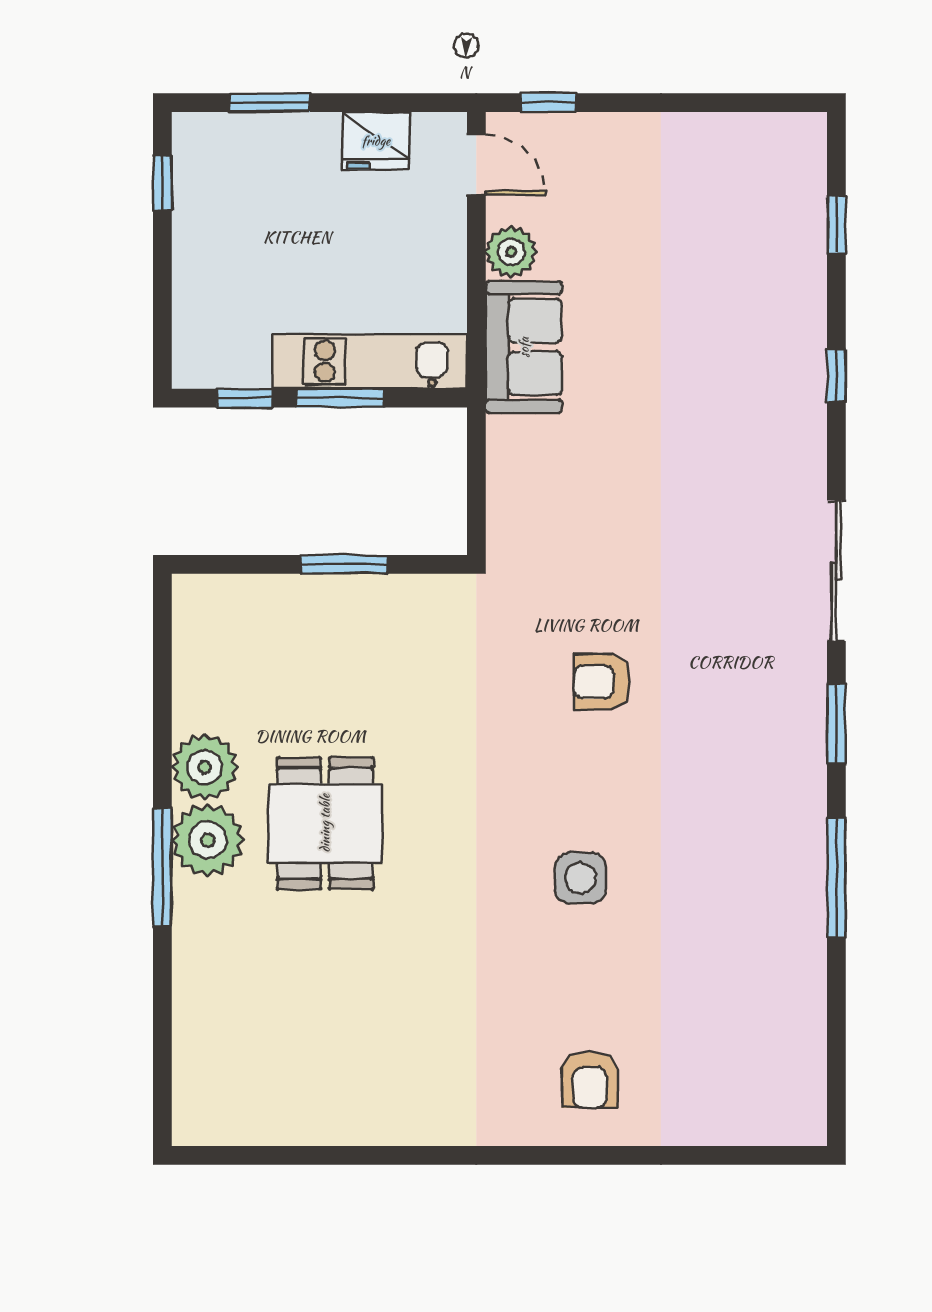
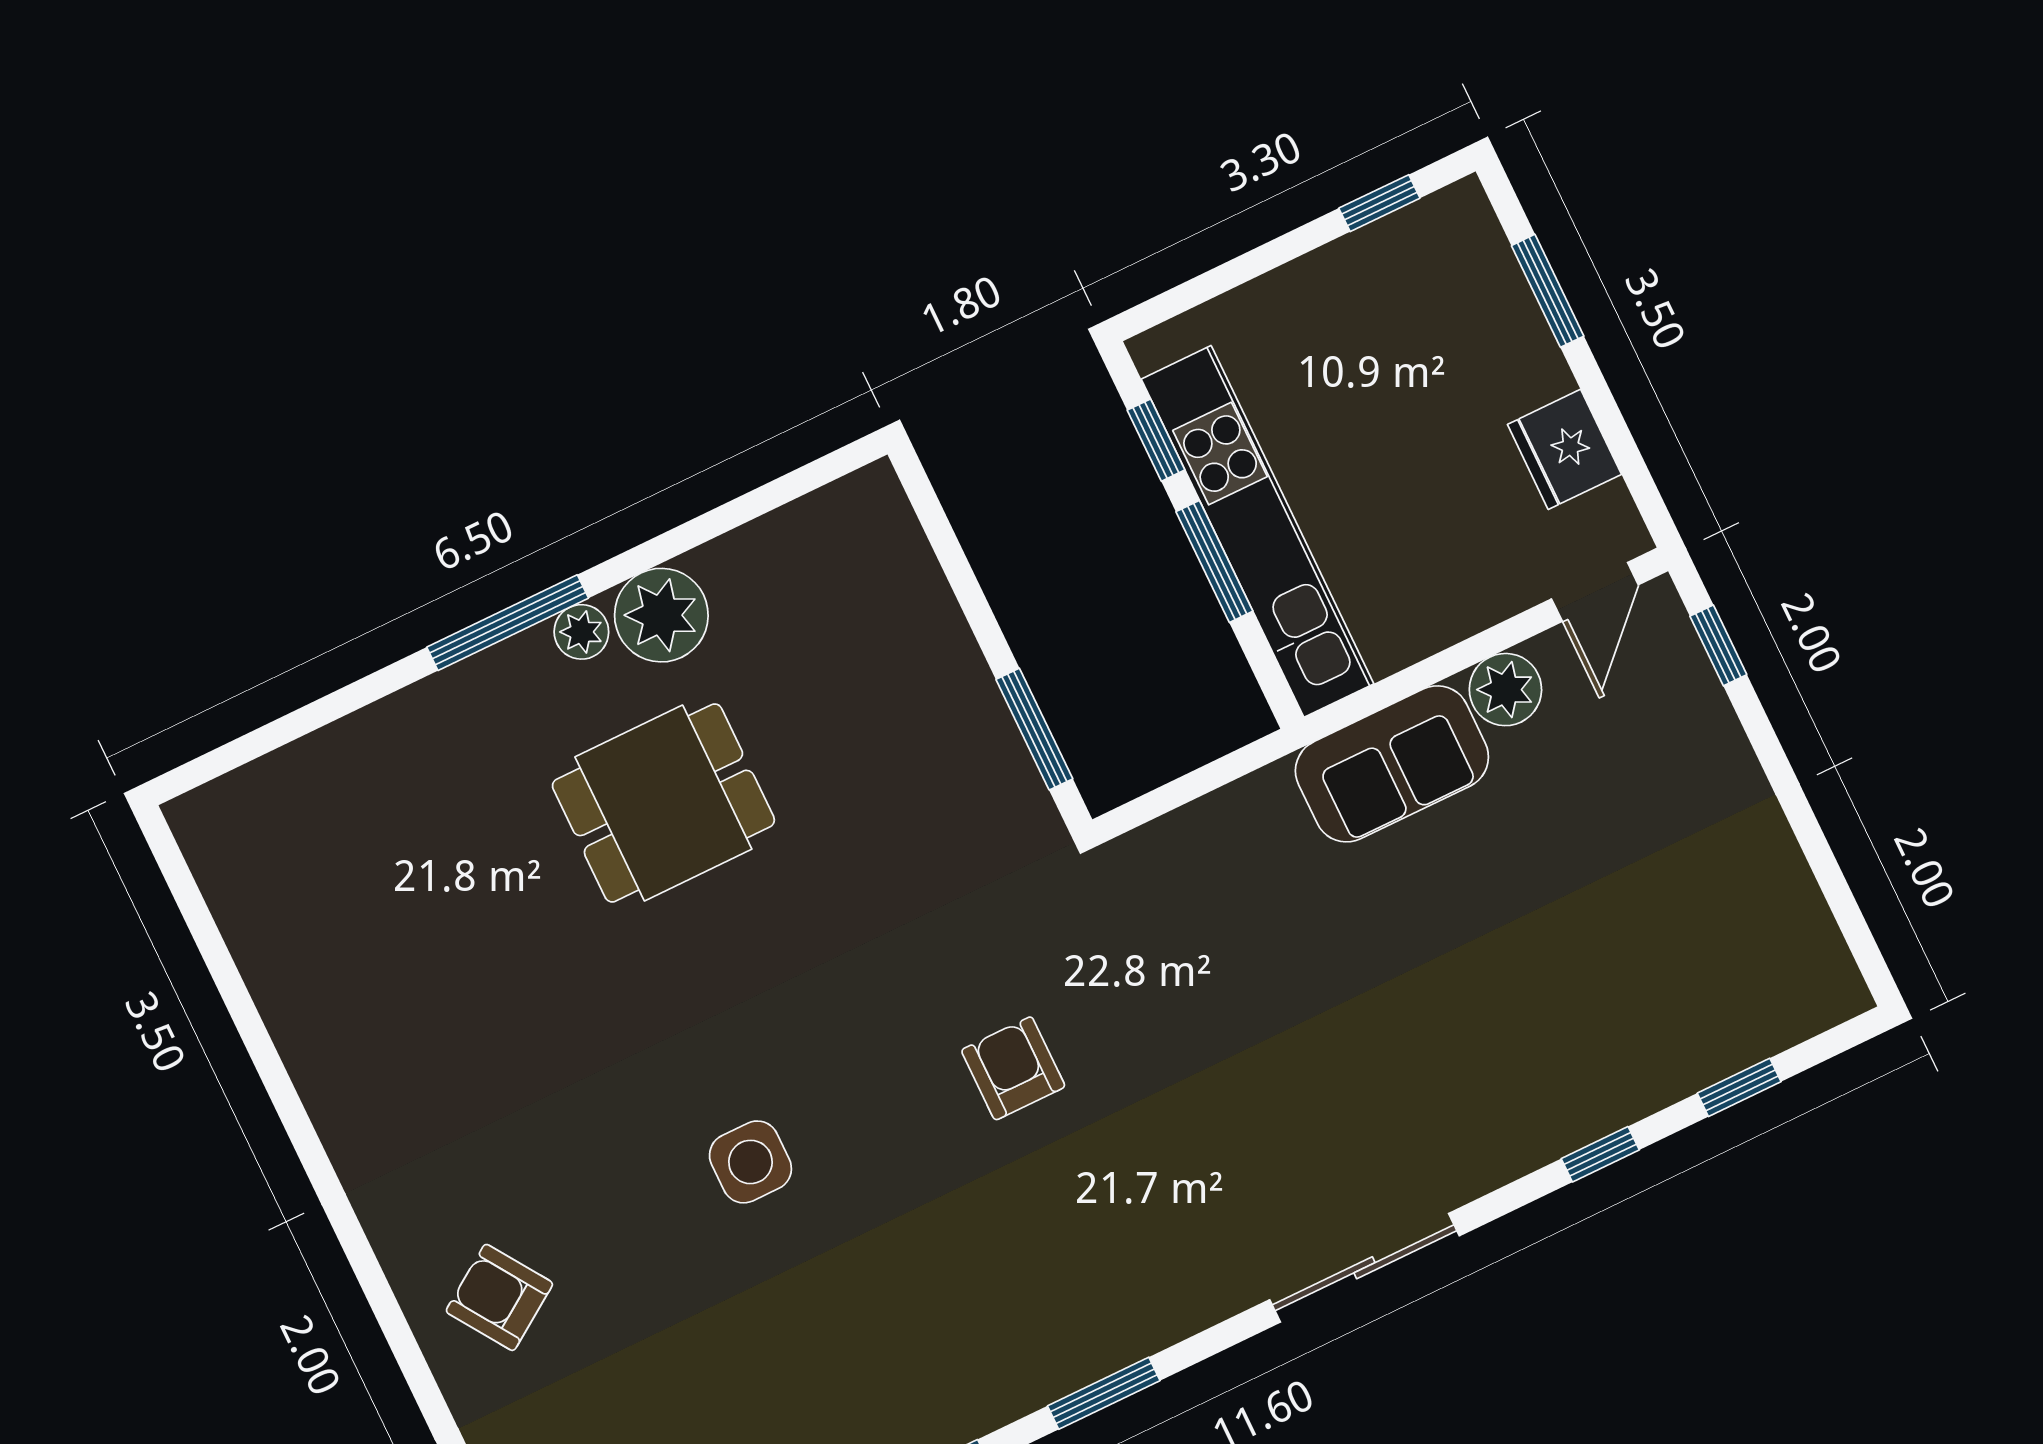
kitchen unit: (370, 361) -> (1257, 531), width x1.36
window: (836, 376) -> (1600, 1154), moved
window: (344, 564) -> (1034, 729), moved
sliding door: (836, 571) -> (1365, 1268), moved
plant: (208, 840) -> (581, 632), width x0.53, depth x0.53
armchair: (590, 1080) -> (499, 1297), turned 56

